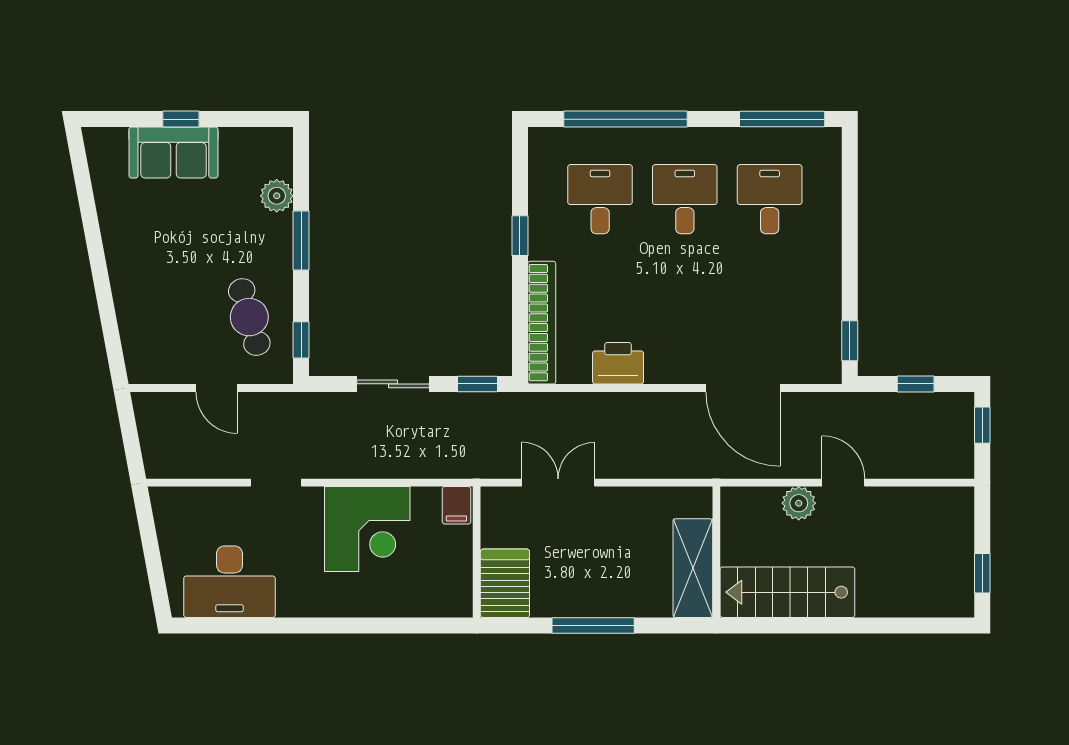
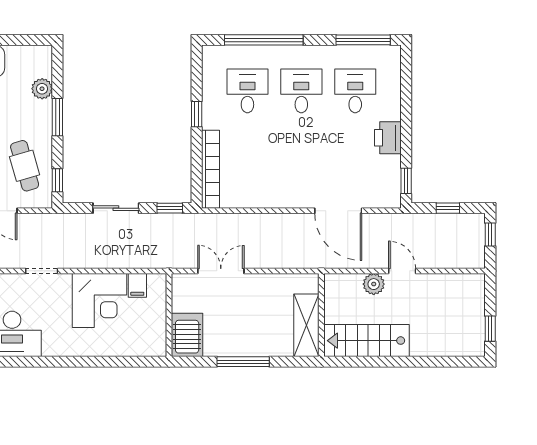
printer: (618, 363) -> (388, 138), moved, turned -90
filing cabinet: (456, 505) -> (137, 285), moved

